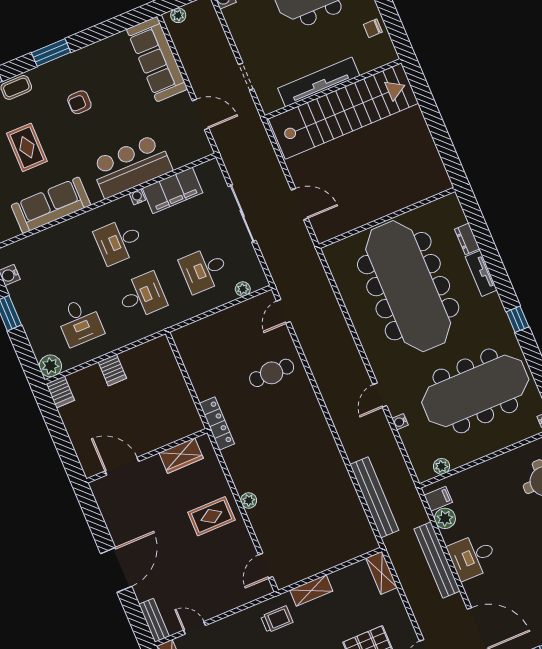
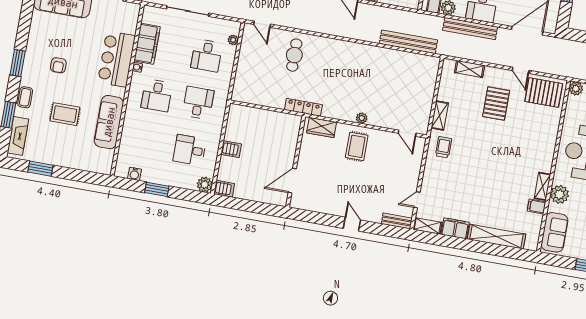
desk: (80, 322) -> (190, 150), turned 180
wardrobe: (181, 456) -> (322, 127), moved, turned 90
door: (116, 570) -> (352, 224), width x0.53
shelving: (382, 573) -> (470, 69), moved

